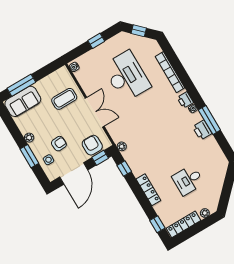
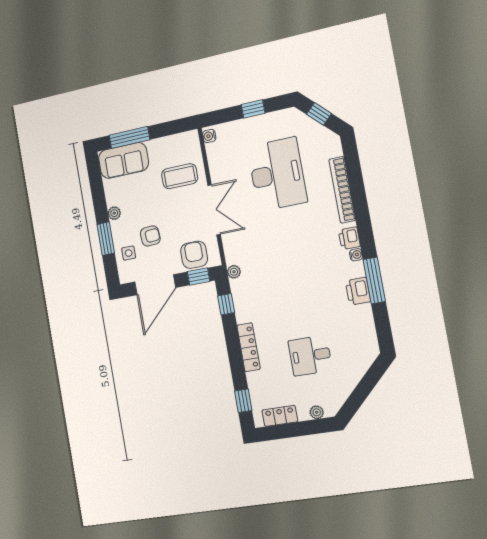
locker: (183, 224) -> (280, 416), width x0.66

